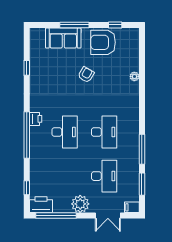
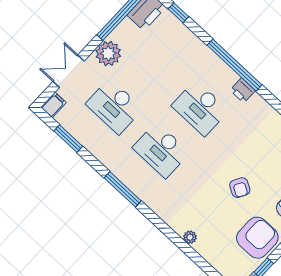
window: (142, 149) -> (123, 189), moved

